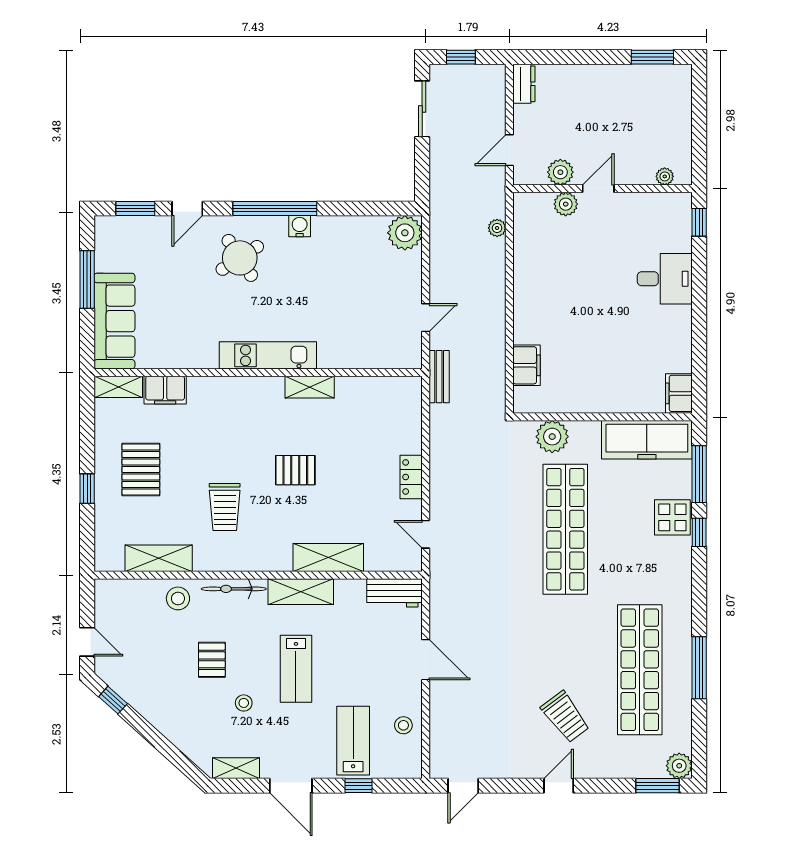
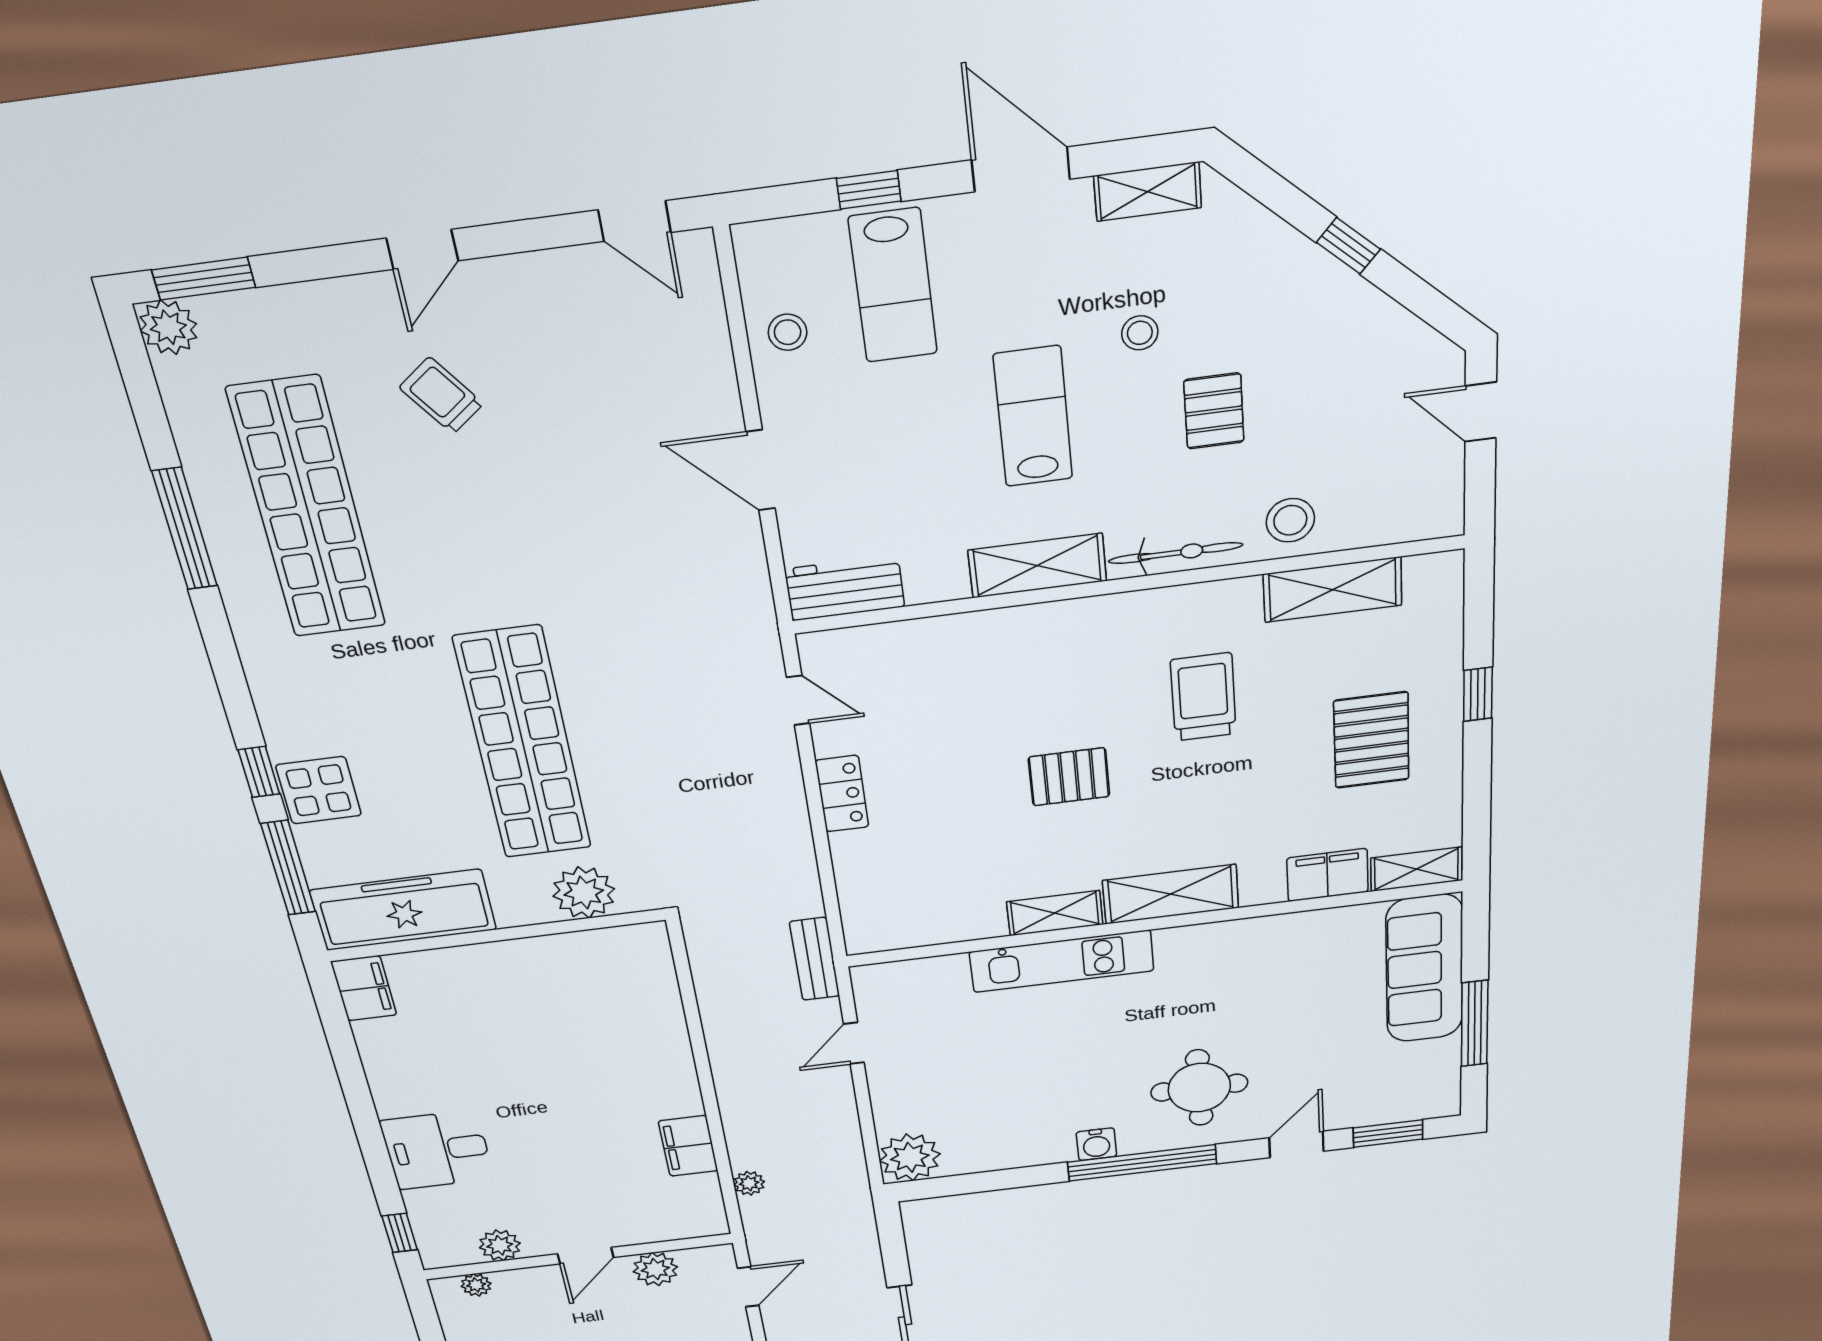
plant: (566, 204) -> (500, 1245), moved
round table: (240, 258) -> (1199, 1088), turned 33
kitchen unit: (268, 355) -> (1062, 961), moved
filing cabinet: (527, 365) -> (688, 1146), moved
shelving: (328, 558) -> (1171, 894), moved
window: (113, 700) -> (1348, 246), moved
trolley: (565, 717) -> (441, 396), width x0.73, depth x0.72
door: (463, 786) -> (635, 221), swing flipped

